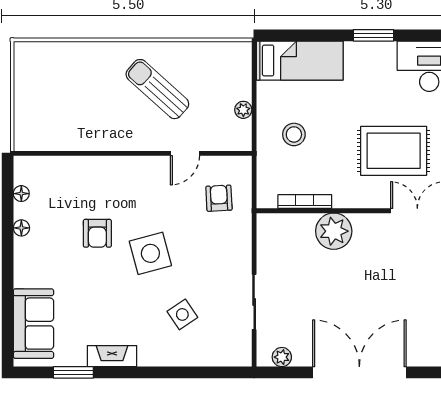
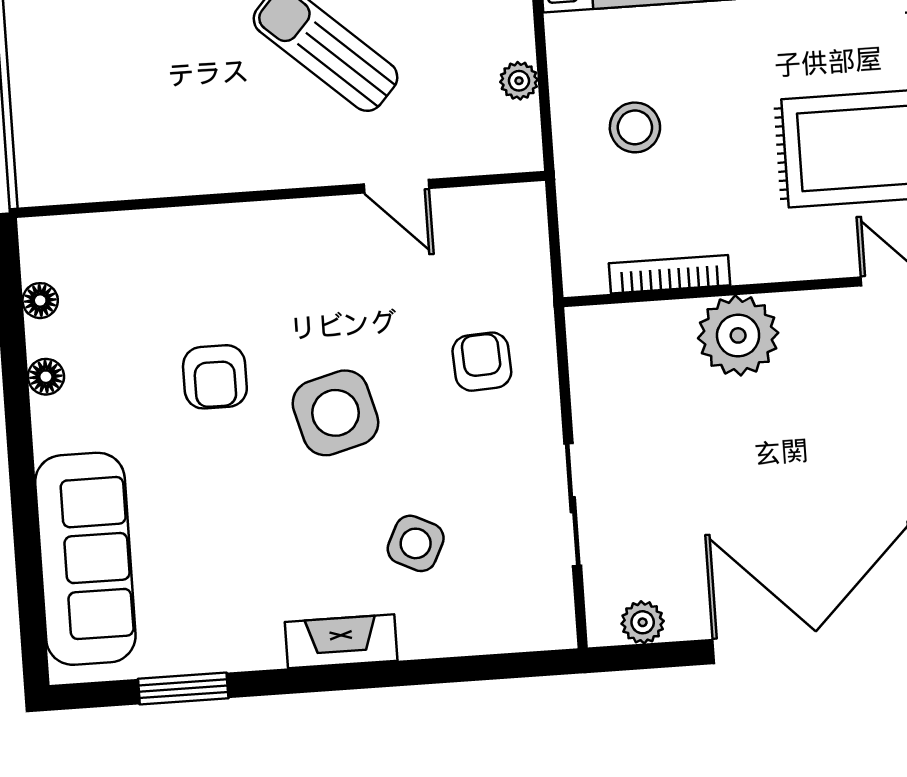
door: (185, 153) -> (396, 186), hinge flipped
armchair: (219, 198) -> (482, 362), moved
side table: (182, 314) -> (416, 543), turned -30
sofa: (33, 324) -> (85, 559), width x1.36
fireplace: (112, 356) -> (341, 641), moved

